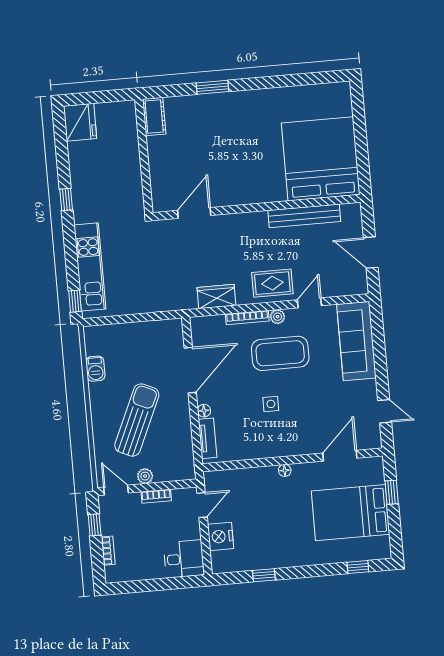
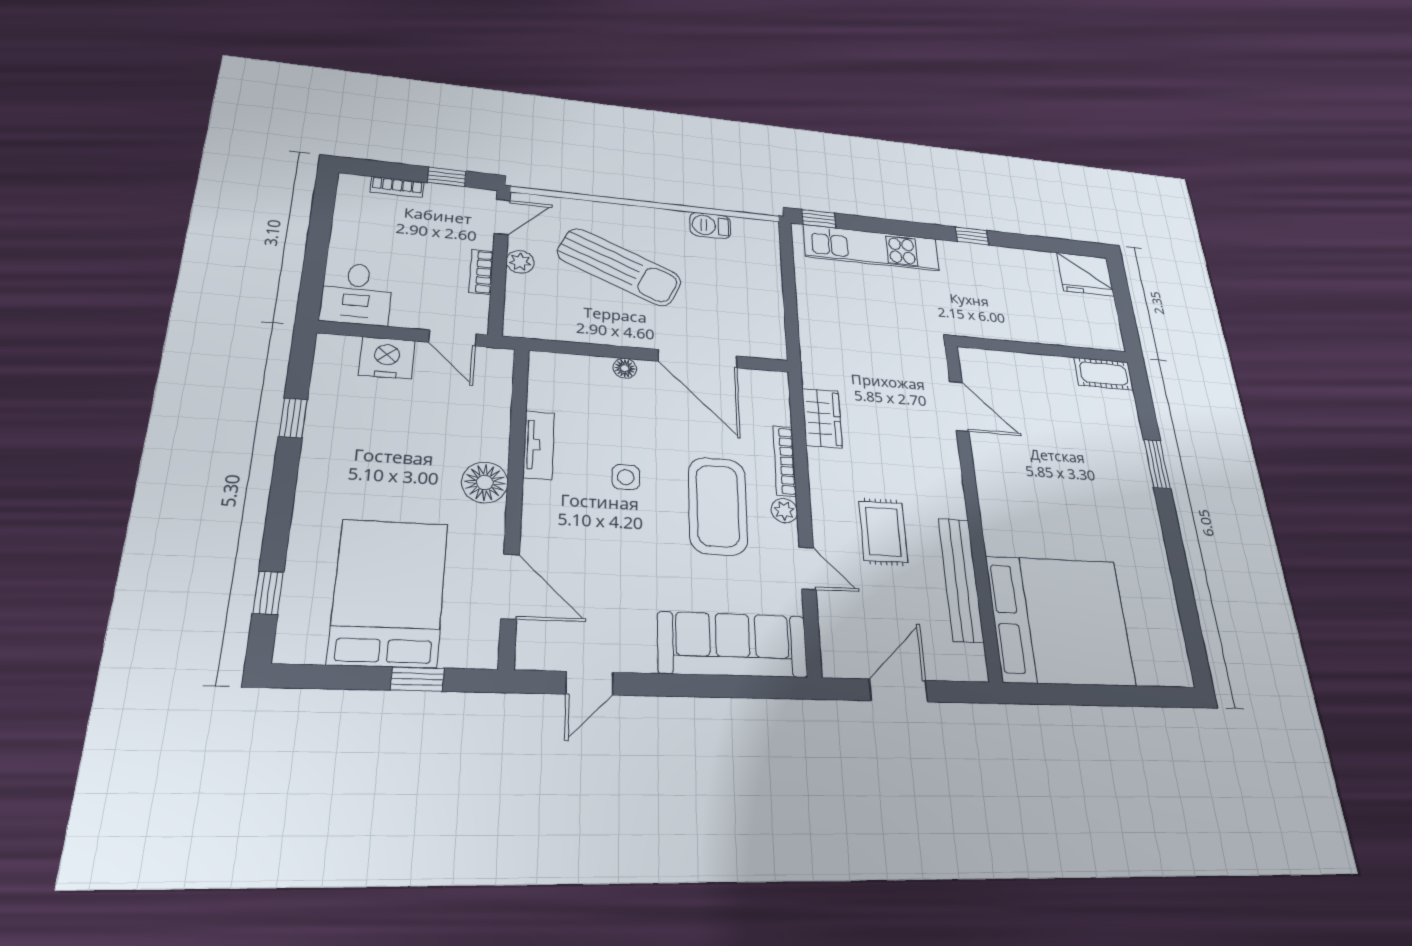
rug: (272, 283) -> (883, 532), moved
tv unit: (208, 438) -> (539, 445), moved, turned -90
floor lamp: (285, 470) -> (485, 482), width x1.89, depth x1.89

